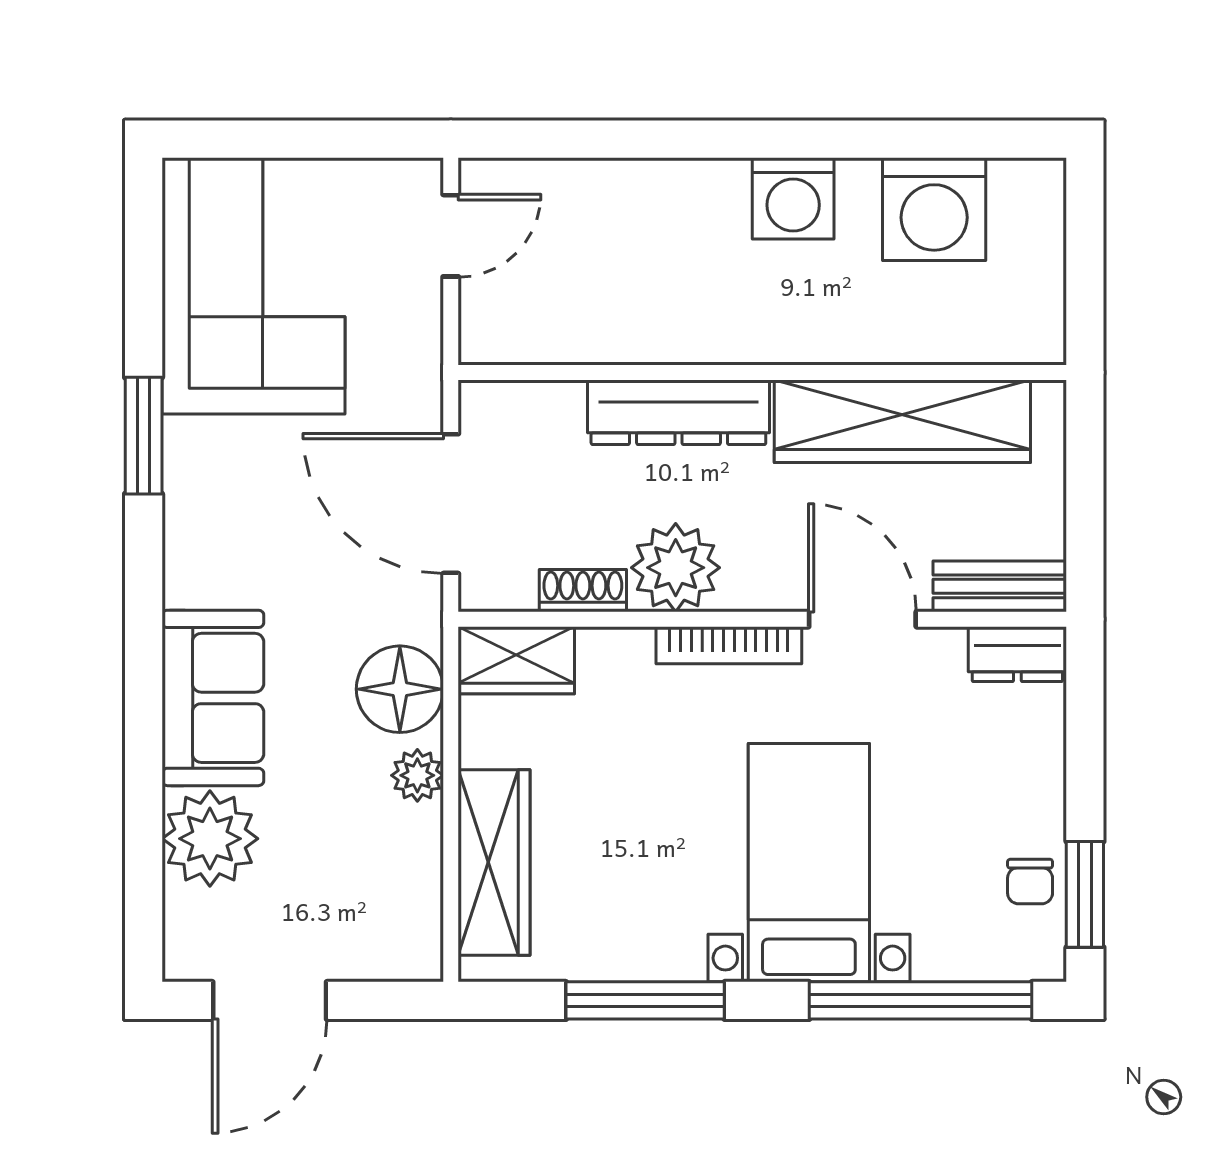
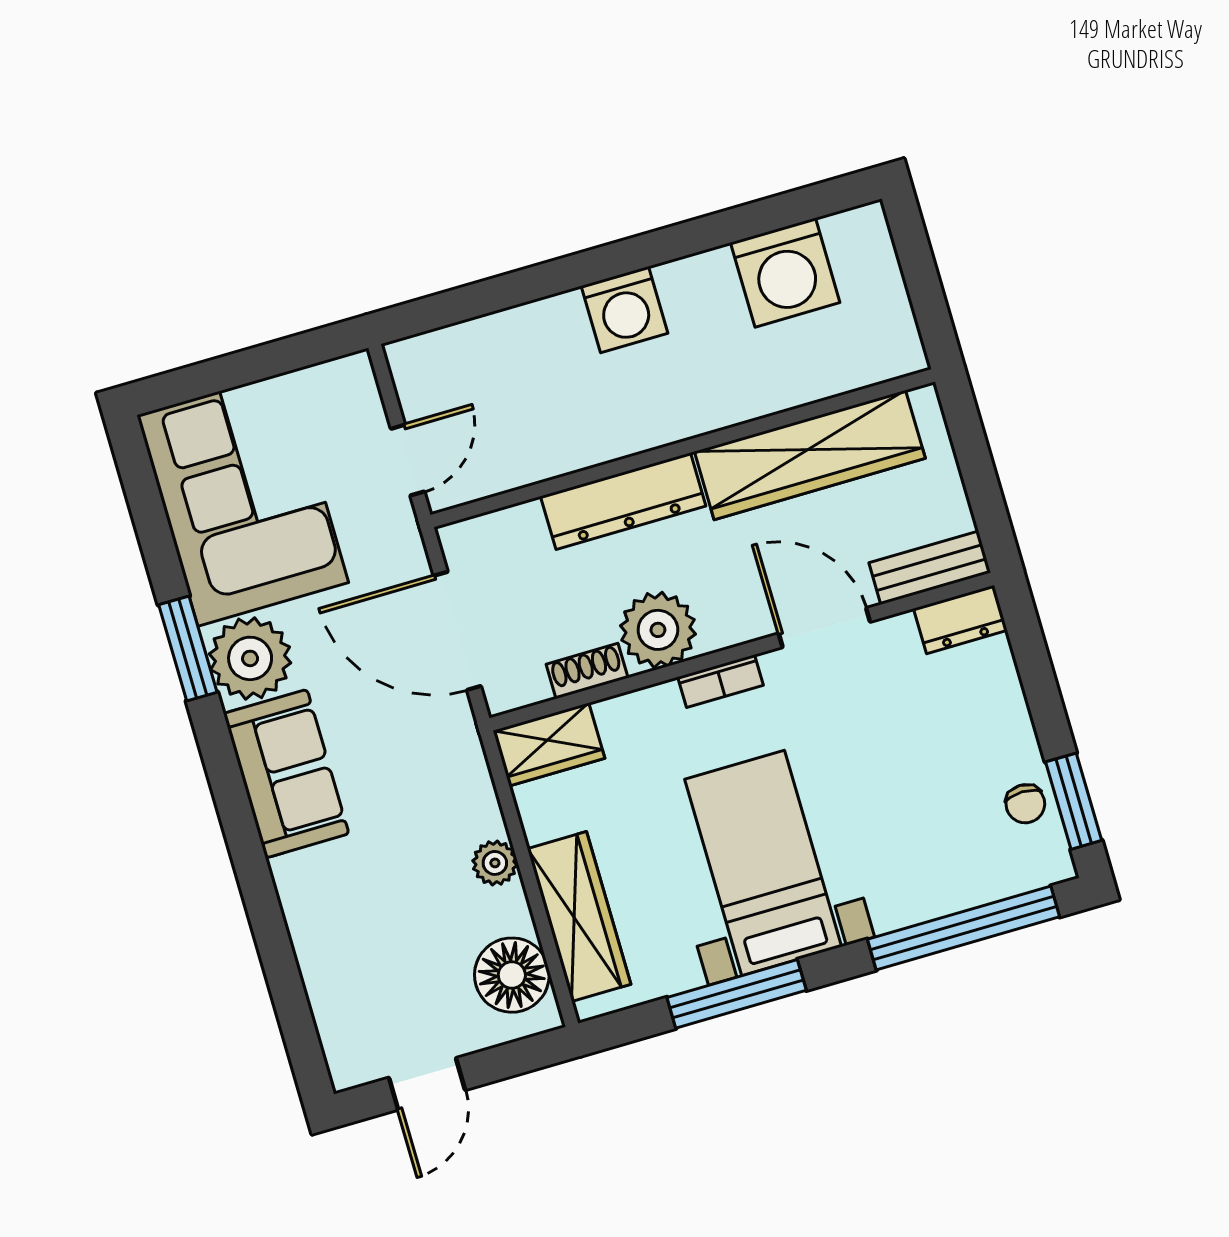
washing machine: (793, 198) -> (625, 310), moved
door: (451, 236) -> (408, 460), moved
bookcase: (729, 645) -> (721, 681), width x0.64
floor lamp: (400, 689) -> (512, 975), moved
sofa: (213, 698) -> (286, 774), moved
plant: (210, 839) -> (250, 658), moved
bed with nightstands: (809, 863) -> (763, 863), moved
door: (270, 1000) -> (427, 1084), width x0.73

